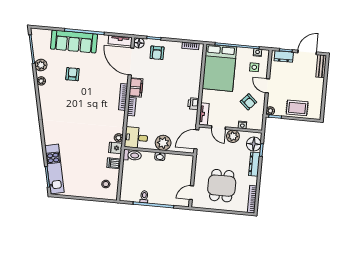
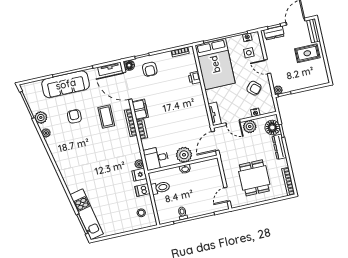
coffee table: (102, 84) -> (106, 117), added
printer: (193, 104) -> (194, 78), moved
rug: (297, 108) -> (307, 53), moved
toilet: (132, 155) -> (160, 188), moved

